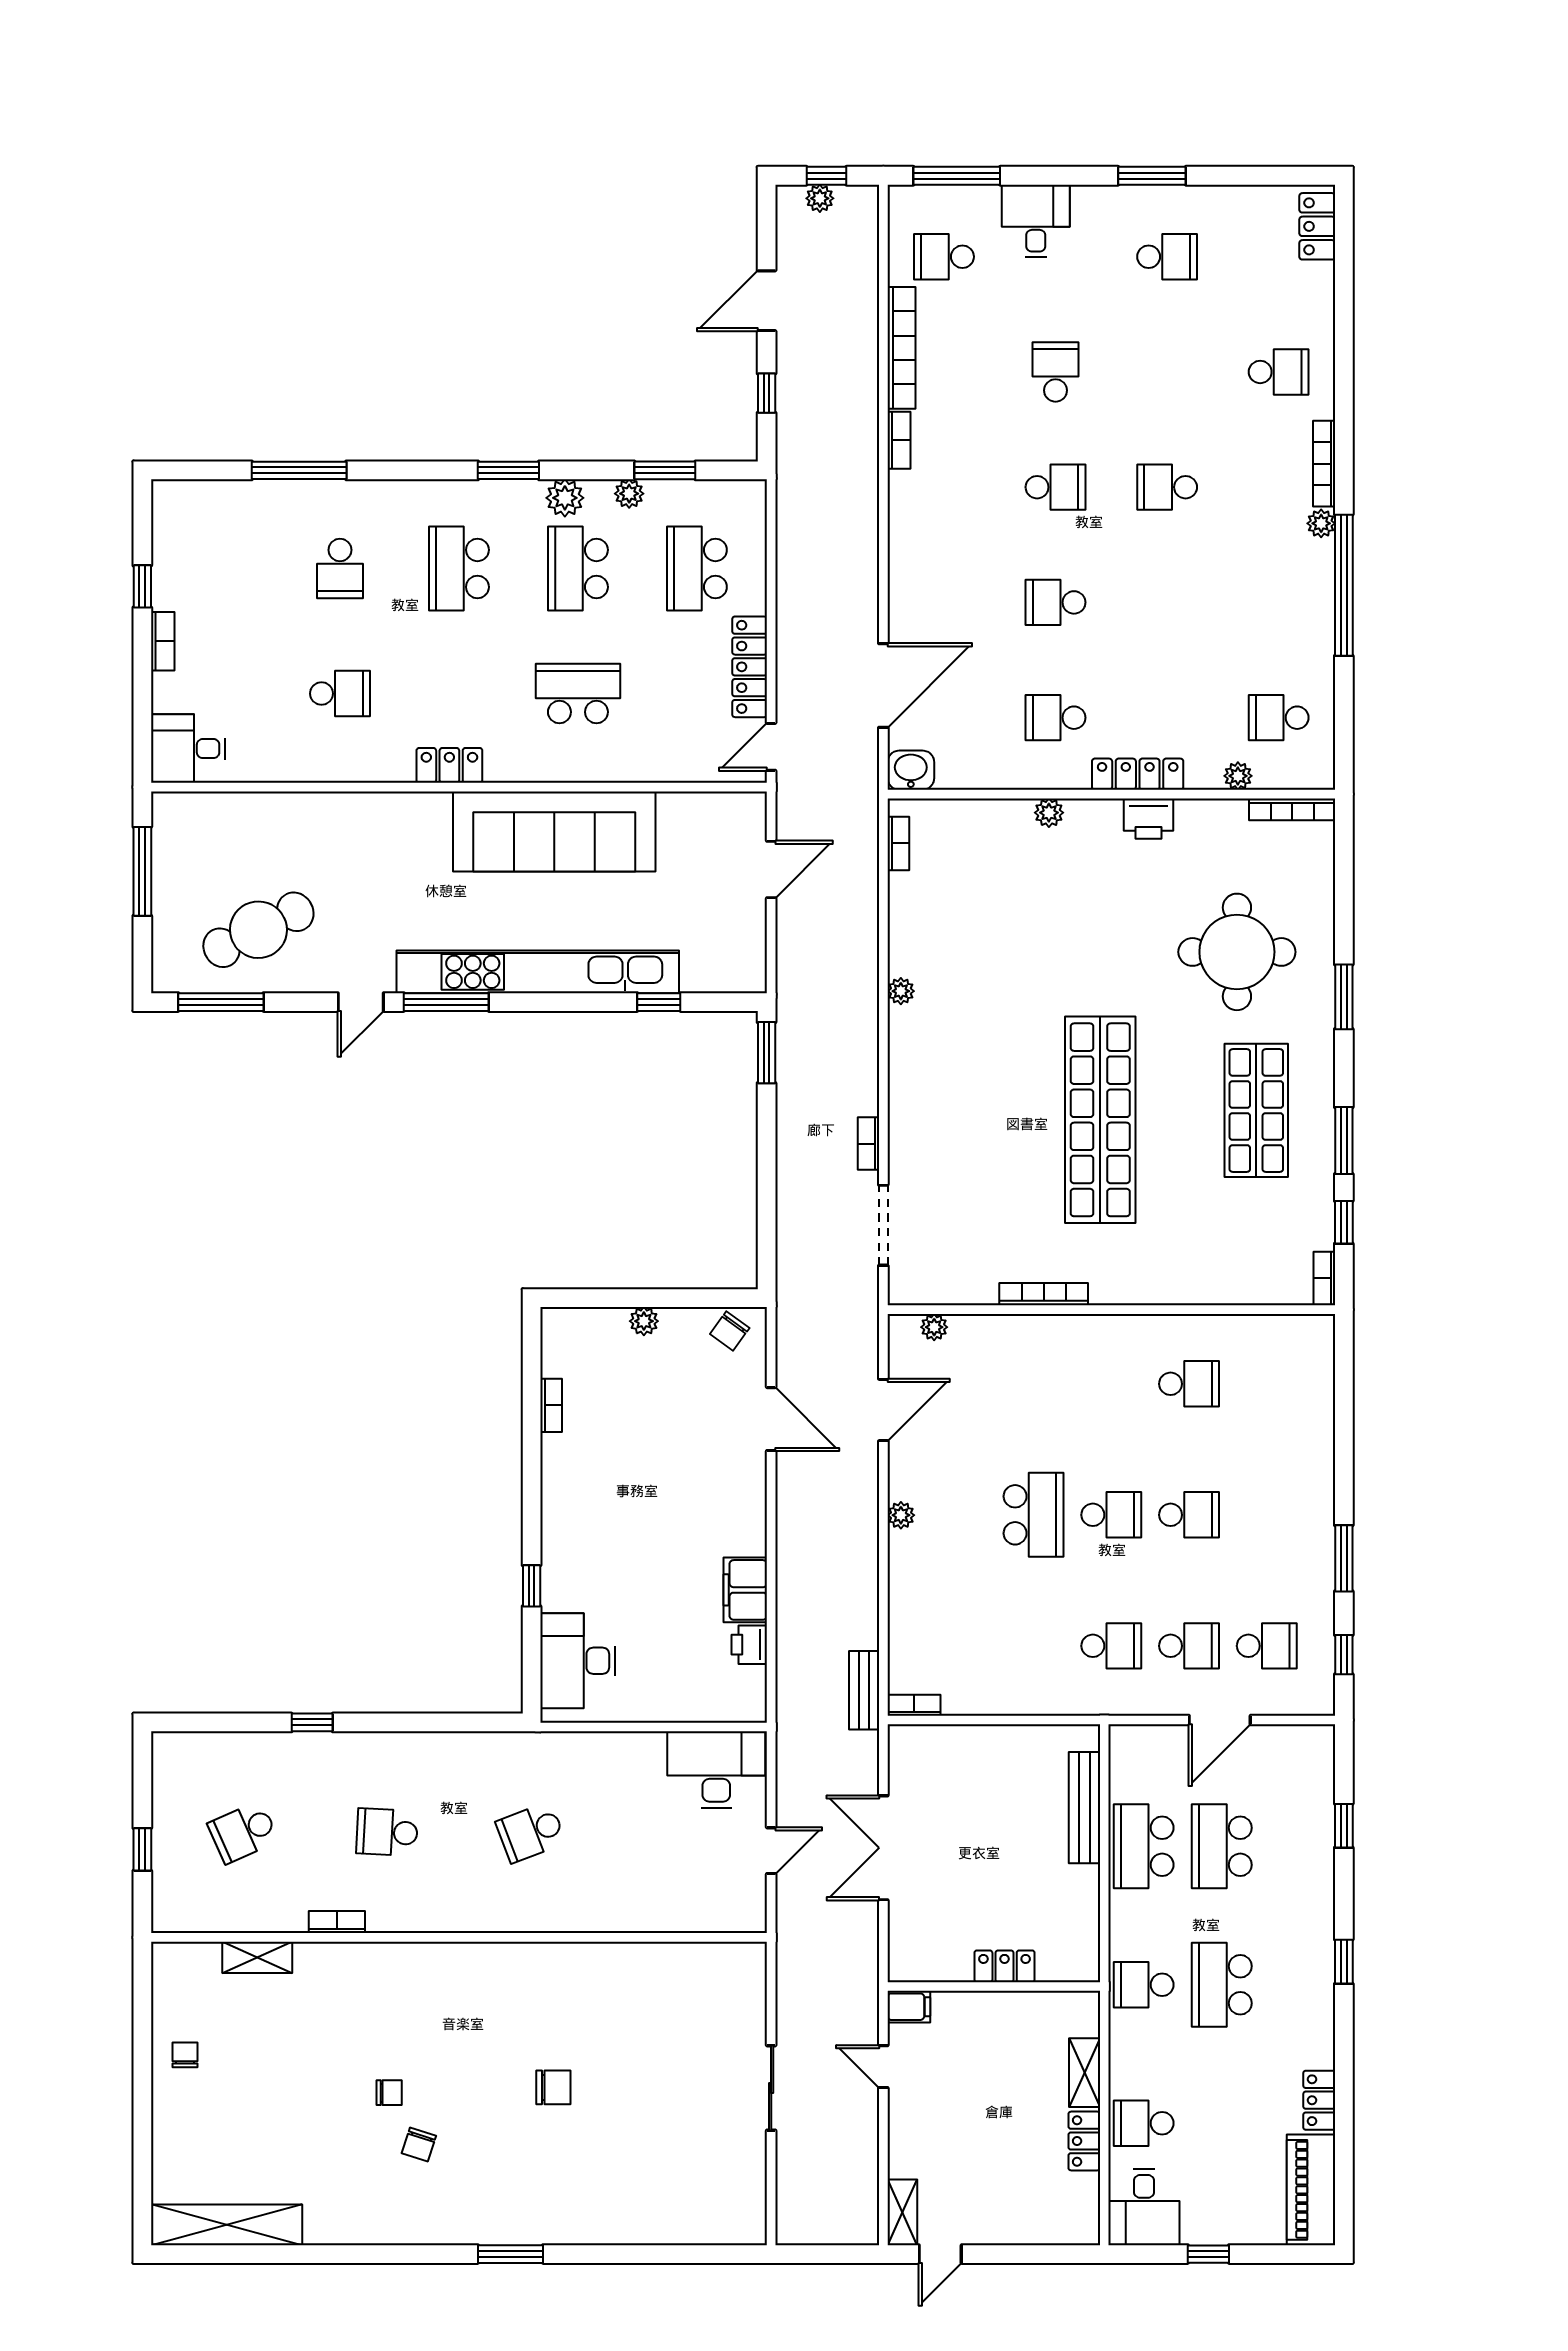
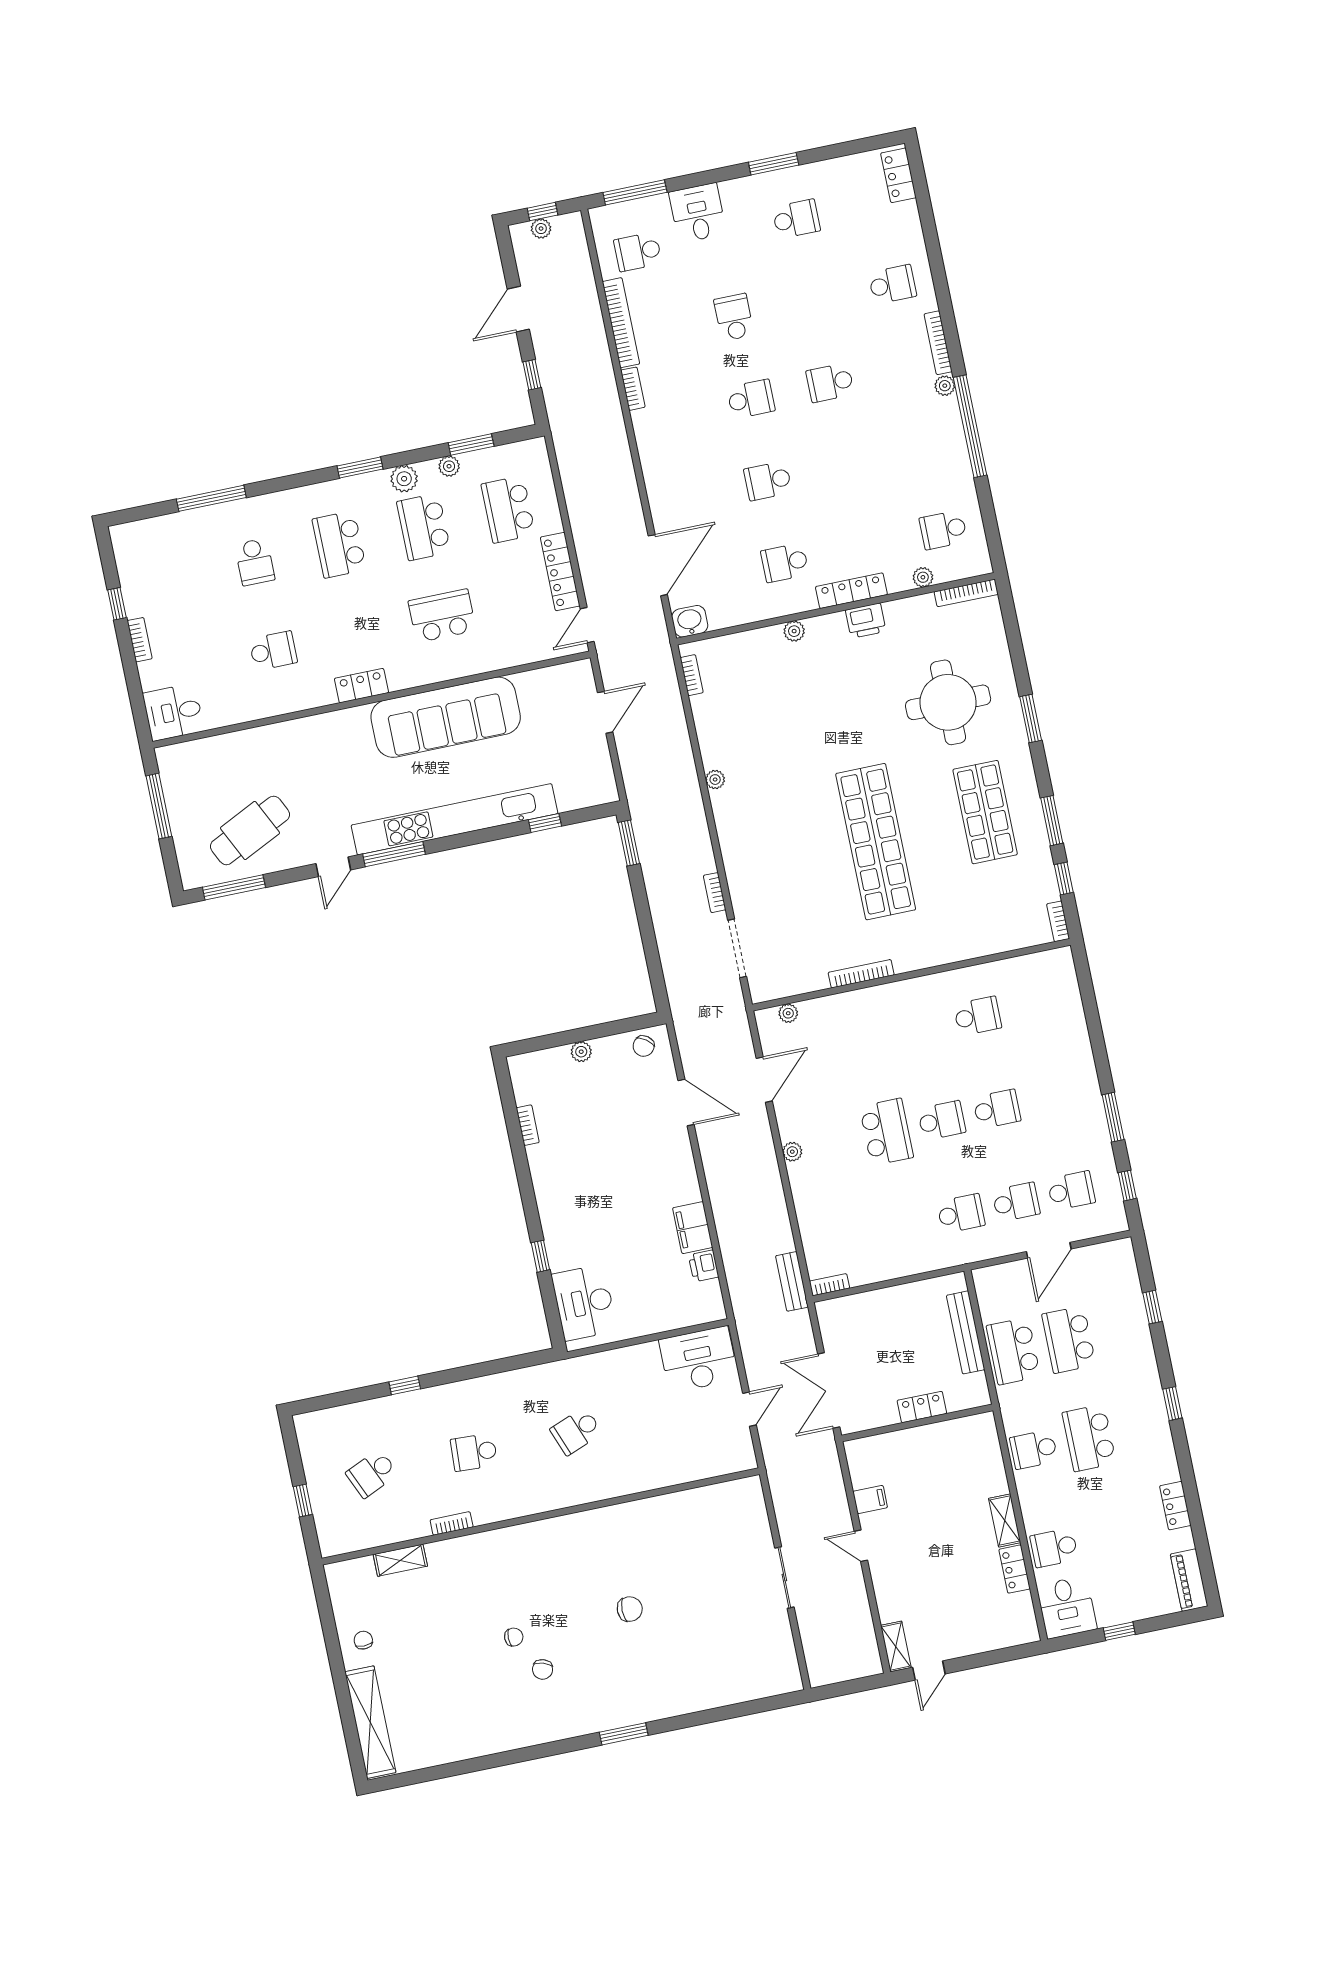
locker: (1005, 1966) -> (922, 1407), moved
wall: (994, 1987) -> (917, 1423), moved
piano: (1311, 2190) -> (1189, 1580), width x0.73, depth x0.75
shelving: (227, 2225) -> (370, 1722), moved, turned 90

